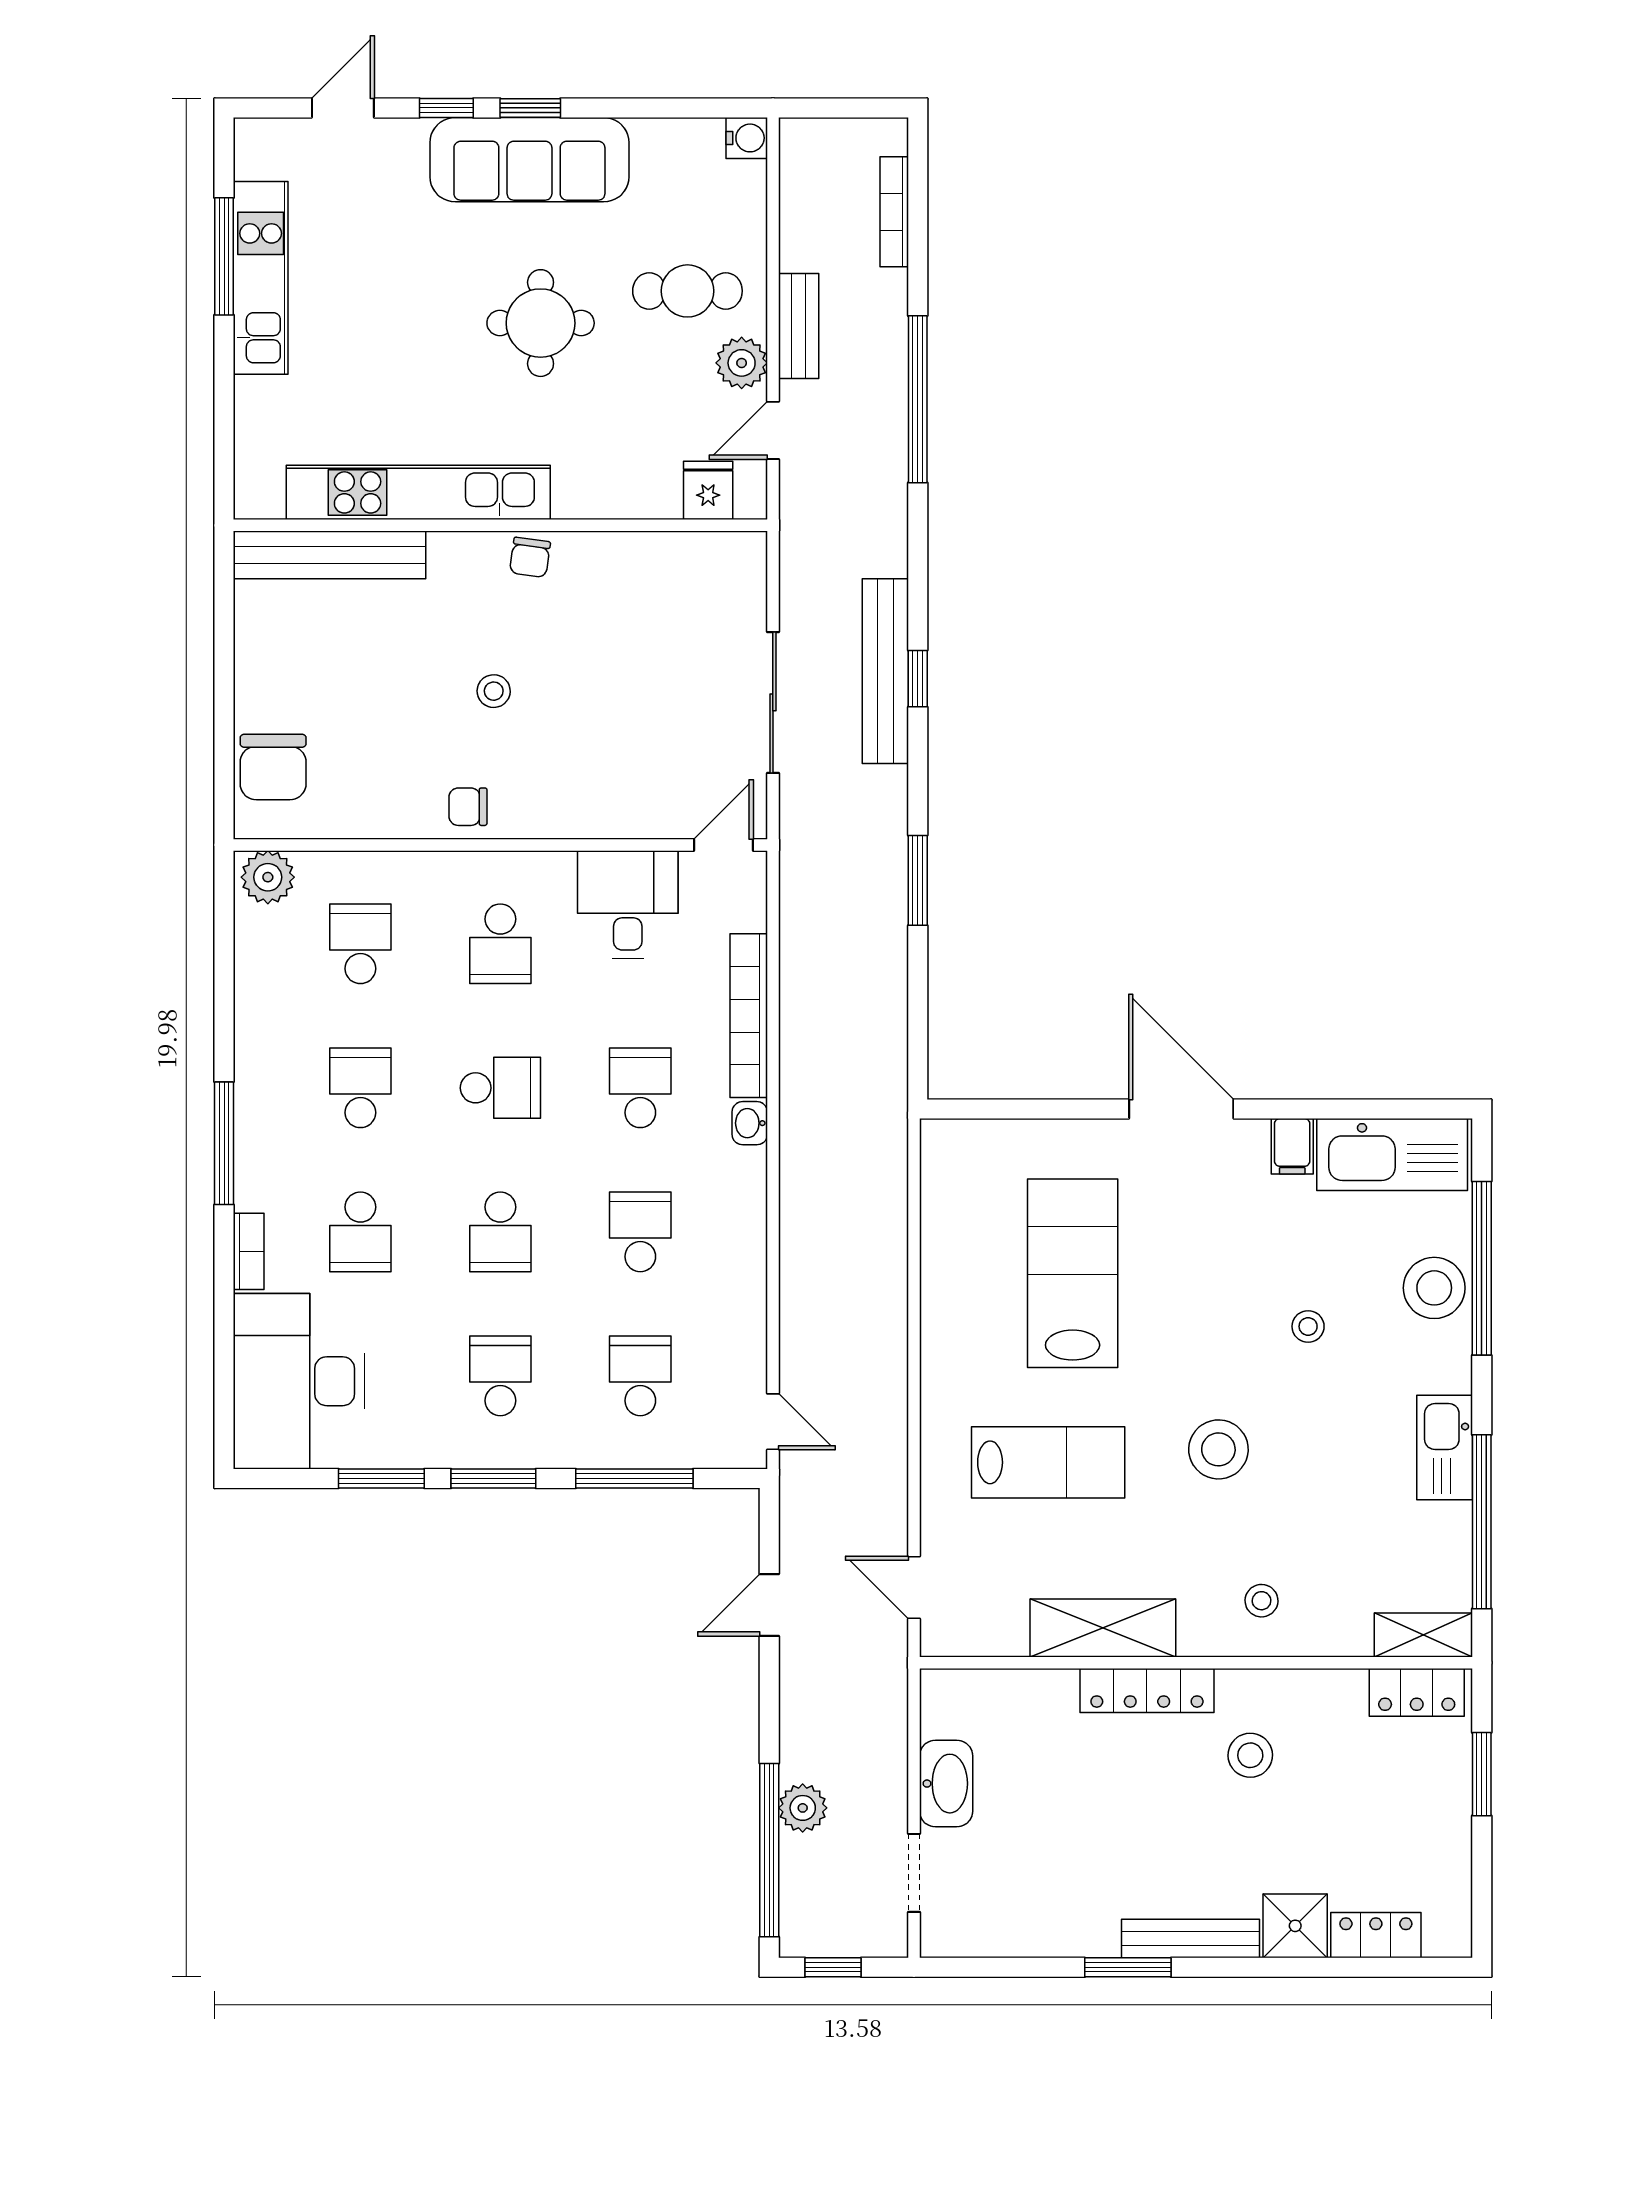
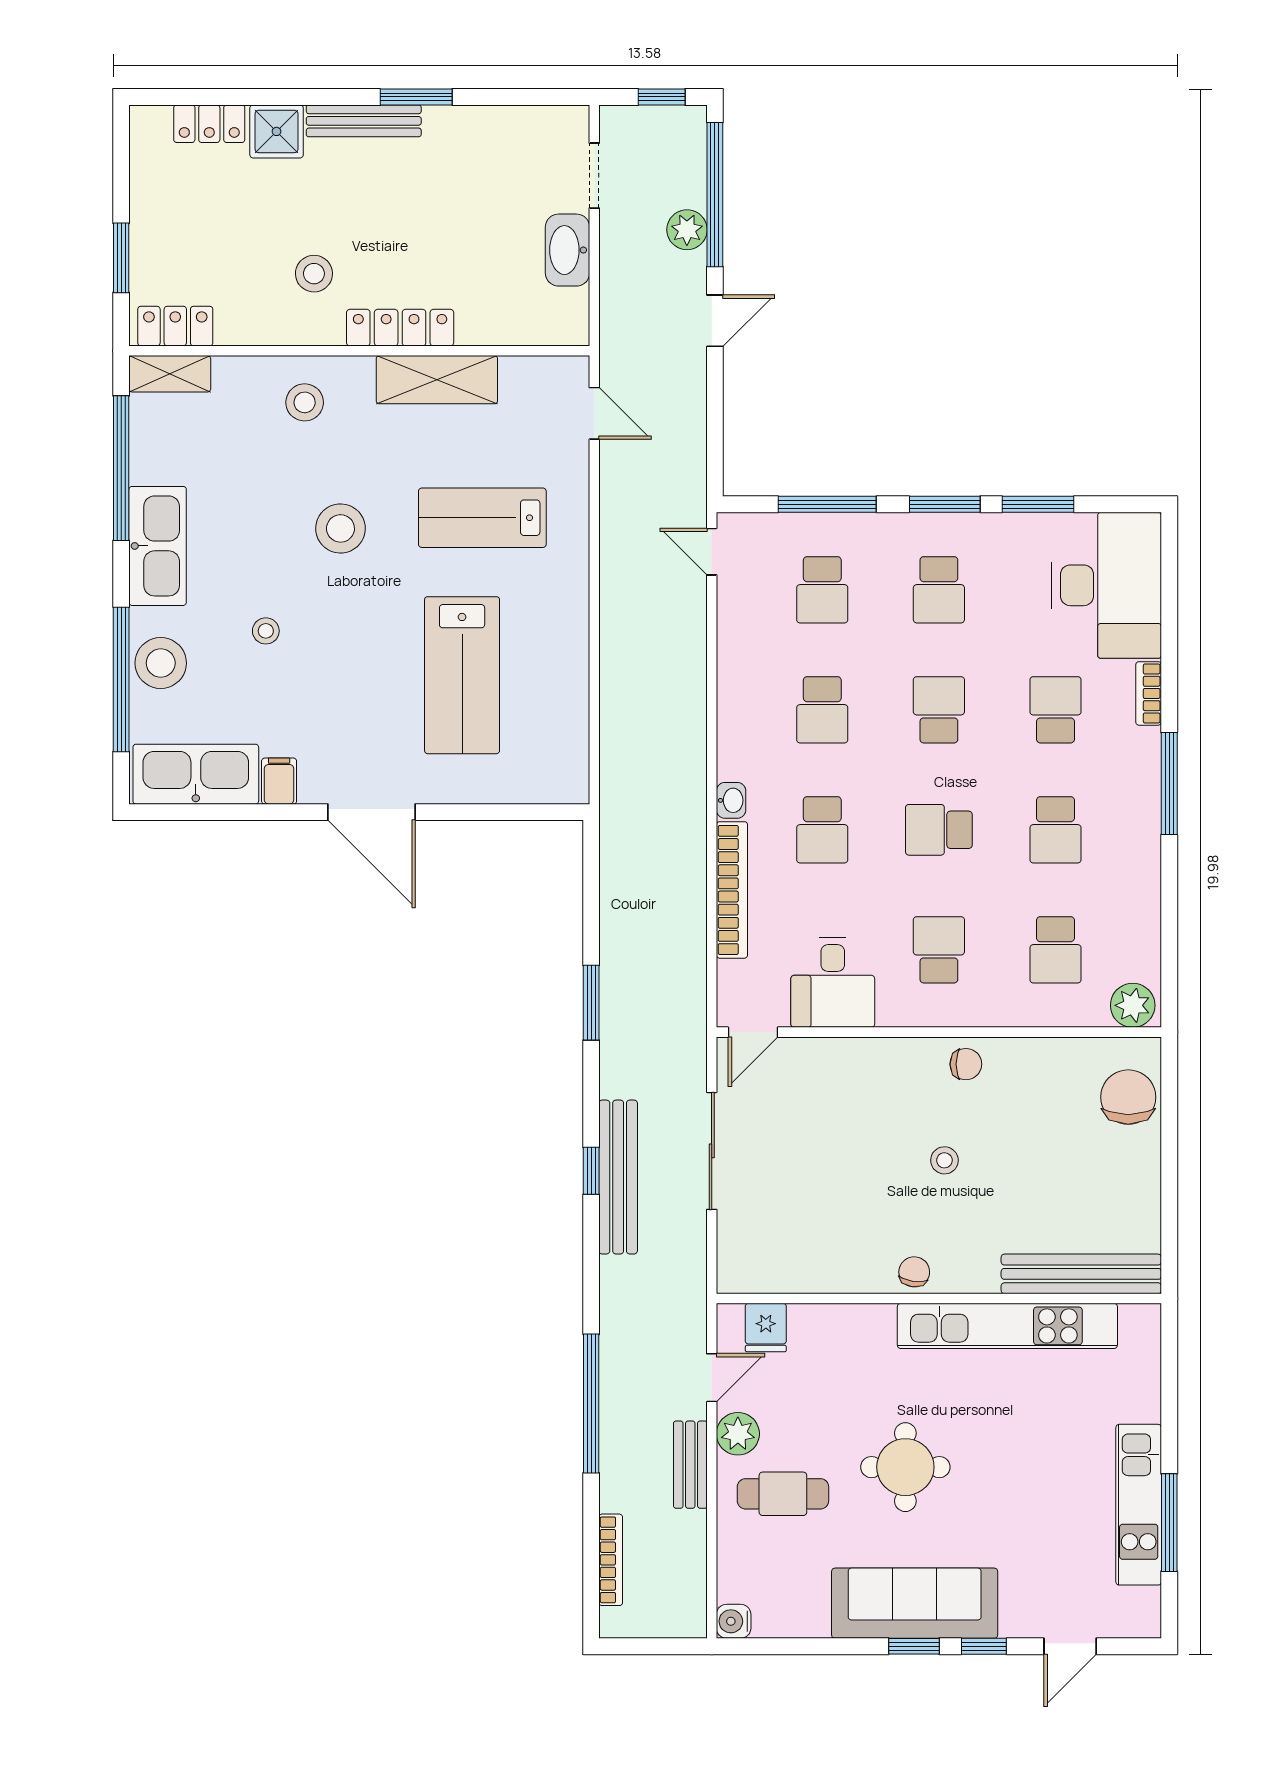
kitchen sink: (1445, 1447) -> (158, 546), width x1.36, depth x1.24
stool: (1262, 1601) -> (305, 402), width x1.37, depth x1.37
door: (769, 1605) -> (715, 321), moved

